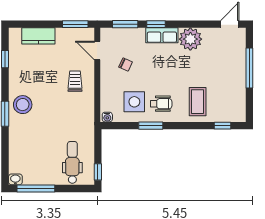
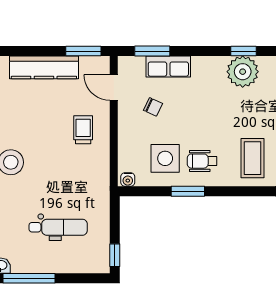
window: (156, 24) -> (244, 51), moved
row of seats: (162, 35) -> (168, 67), moved
kitchen counter: (38, 36) -> (44, 67), width x1.50
wheelchair: (161, 104) -> (202, 161), turned 180
dental chair: (72, 162) -> (58, 227), moved, turned 90

